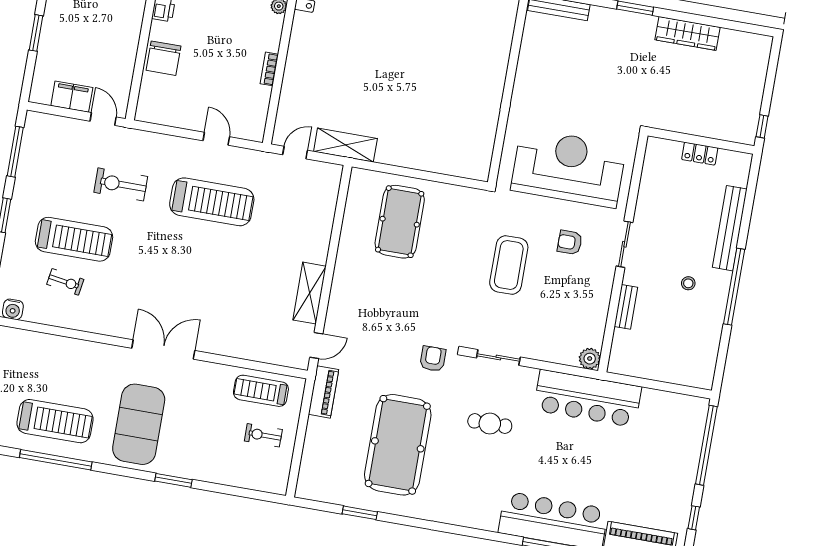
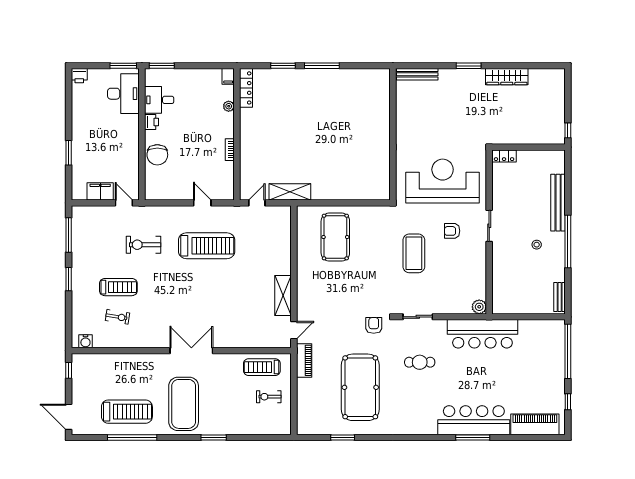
locker: (700, 154) -> (504, 156), moved
treadmill: (74, 239) -> (118, 287), width x0.73, depth x0.73
bench: (626, 307) -> (560, 297), moved

